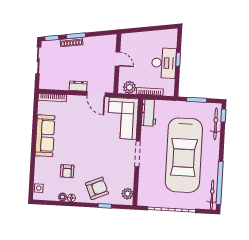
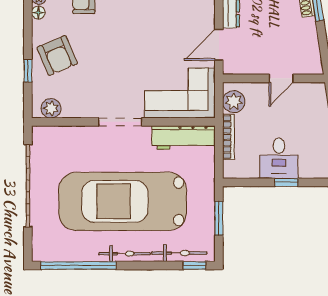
desk: (164, 63) -> (279, 158), width x0.73
workbench: (149, 113) -> (184, 138), width x1.38
bicycle: (212, 195) -> (125, 254), moved

